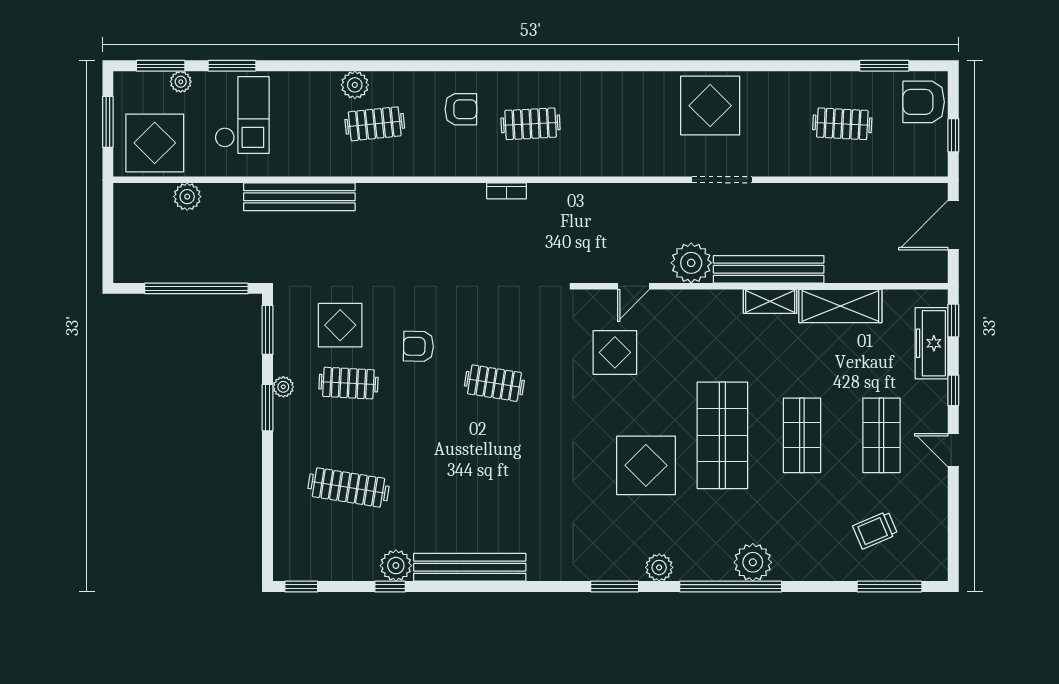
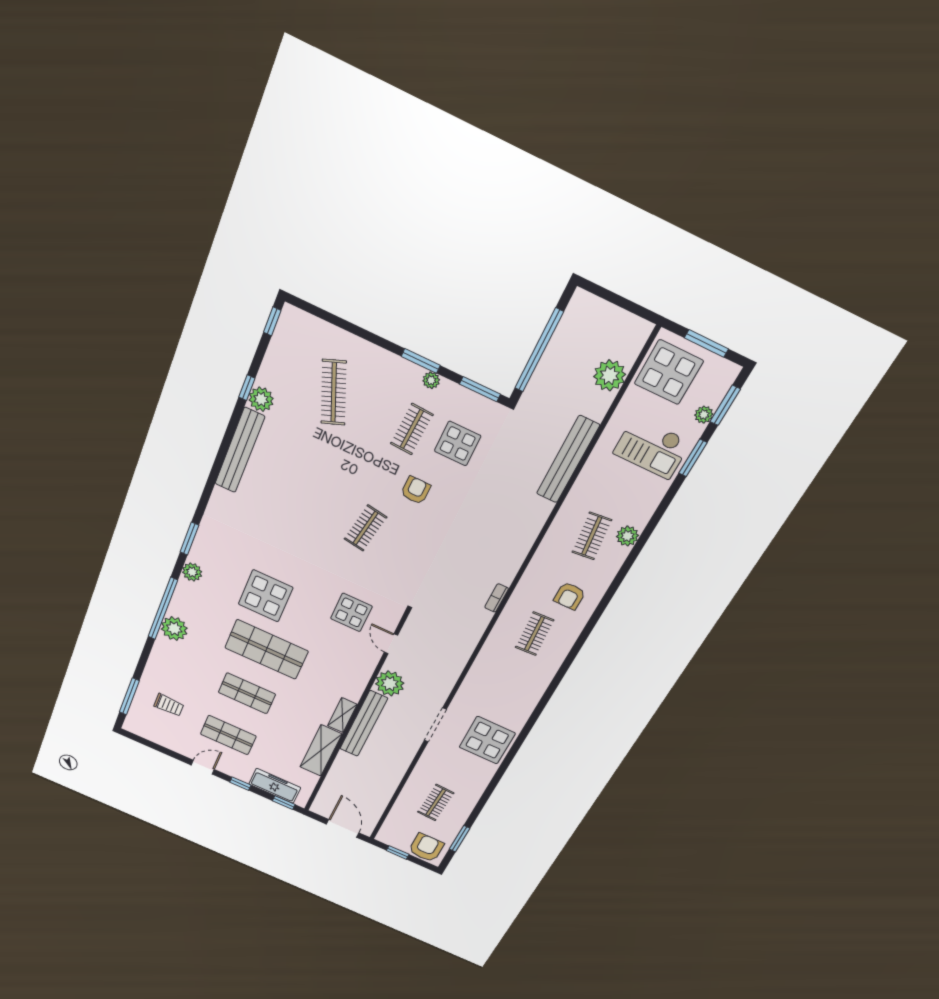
plant: (187, 197) -> (610, 375), width x1.36, depth x1.36
clothes rail: (348, 487) -> (334, 392), turned -30
trolley: (875, 530) -> (169, 705), turned 113

